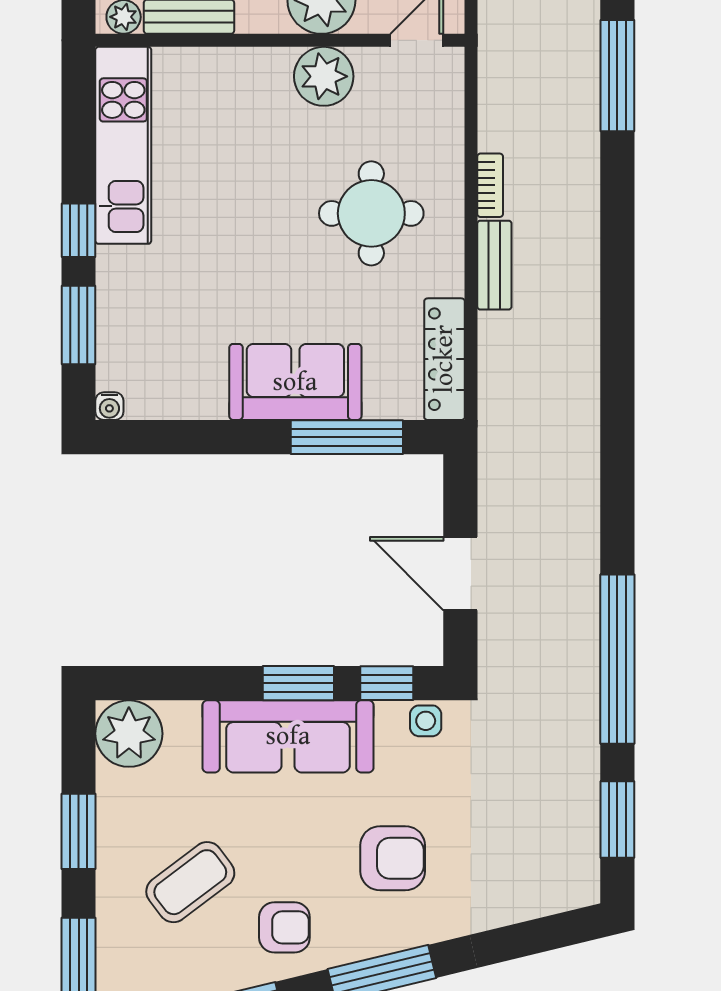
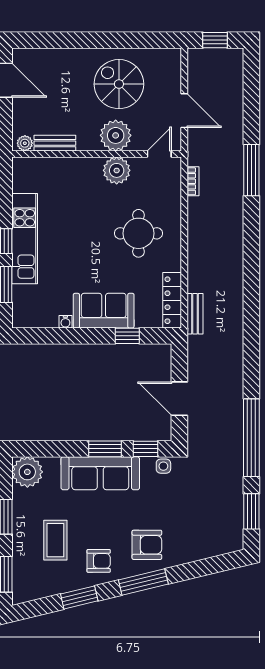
kitchen unit: (123, 145) -> (25, 239), moved
bookcase: (490, 185) -> (193, 181), moved
bench: (494, 265) -> (195, 314), moved
water cooler: (109, 406) -> (65, 322), moved
window: (347, 437) -> (127, 336), width x0.46
armchair: (393, 858) -> (147, 545), moved
coffee table: (190, 882) -> (55, 540), turned -53

